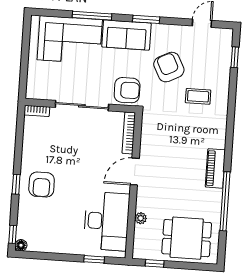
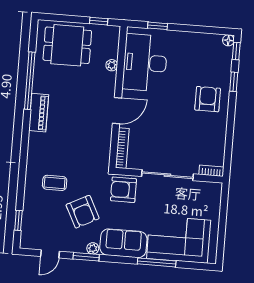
window: (146, 19) -> (86, 257), moved
plant: (158, 29) -> (93, 248), added
window: (16, 184) -> (234, 82), moved

